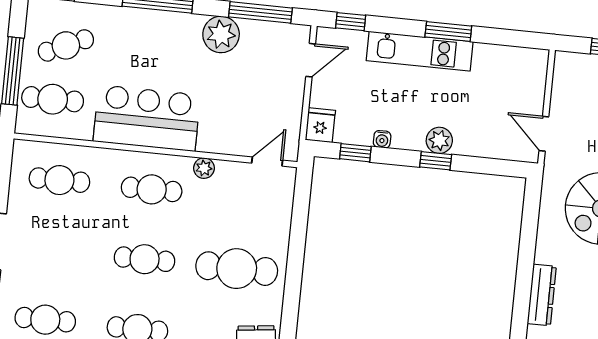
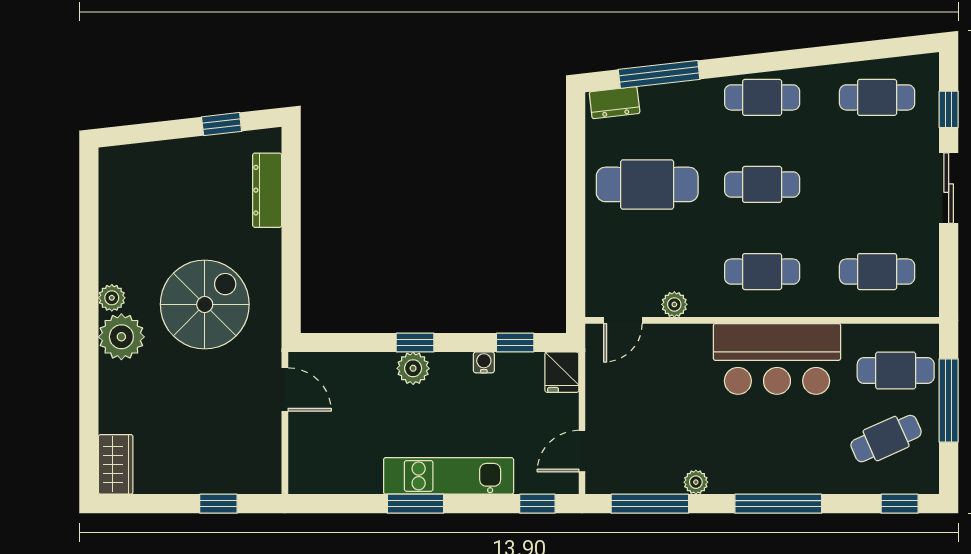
plant: (221, 34) -> (696, 482), width x0.53, depth x0.53
plant: (204, 168) -> (674, 304), moved

